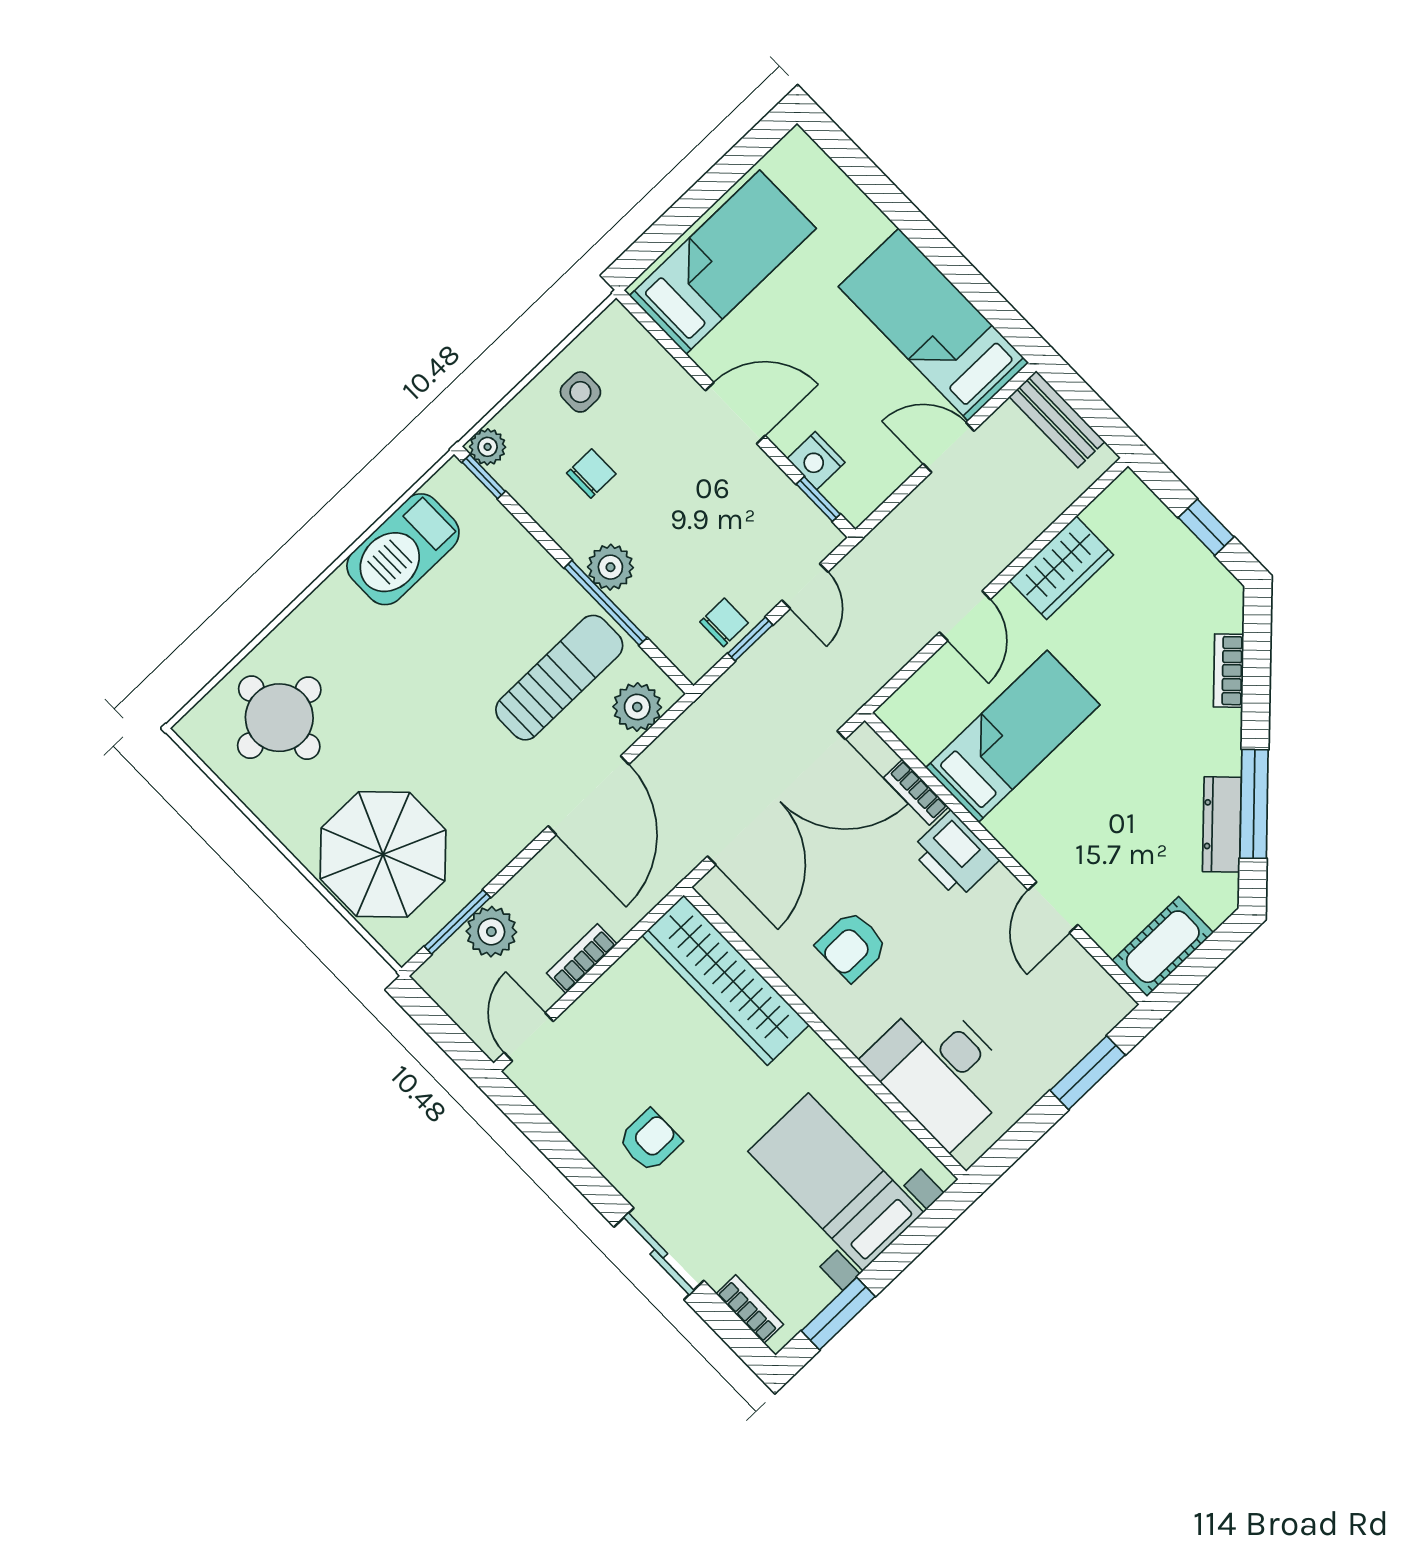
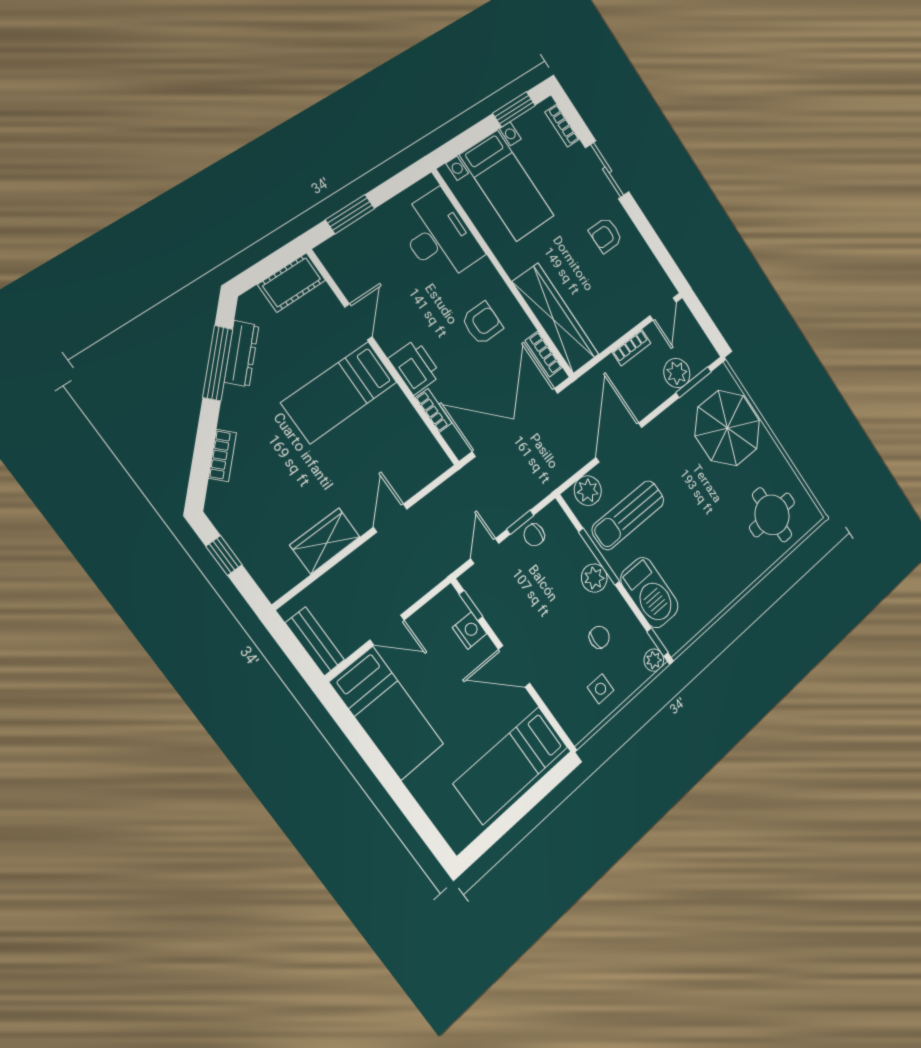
chair: (591, 473) -> (599, 637), turned 180
barbecue: (403, 549) -> (650, 593), moved, turned 90
bed: (1013, 736) -> (340, 392), moved
bookcase: (740, 917) -> (544, 354), added

